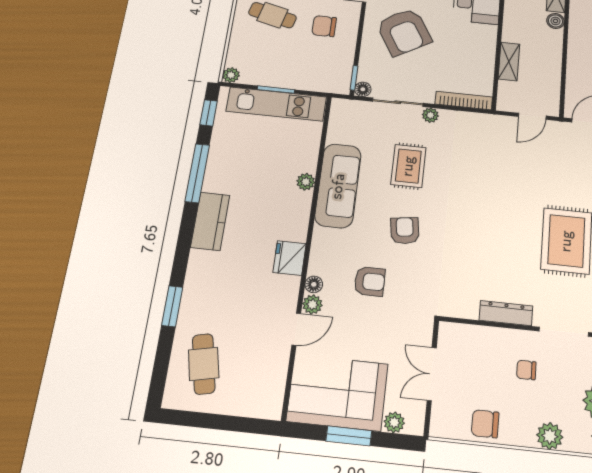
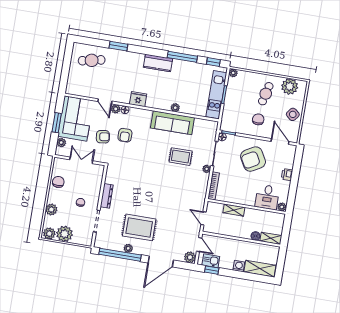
armchair: (405, 231) -> (103, 137), moved

